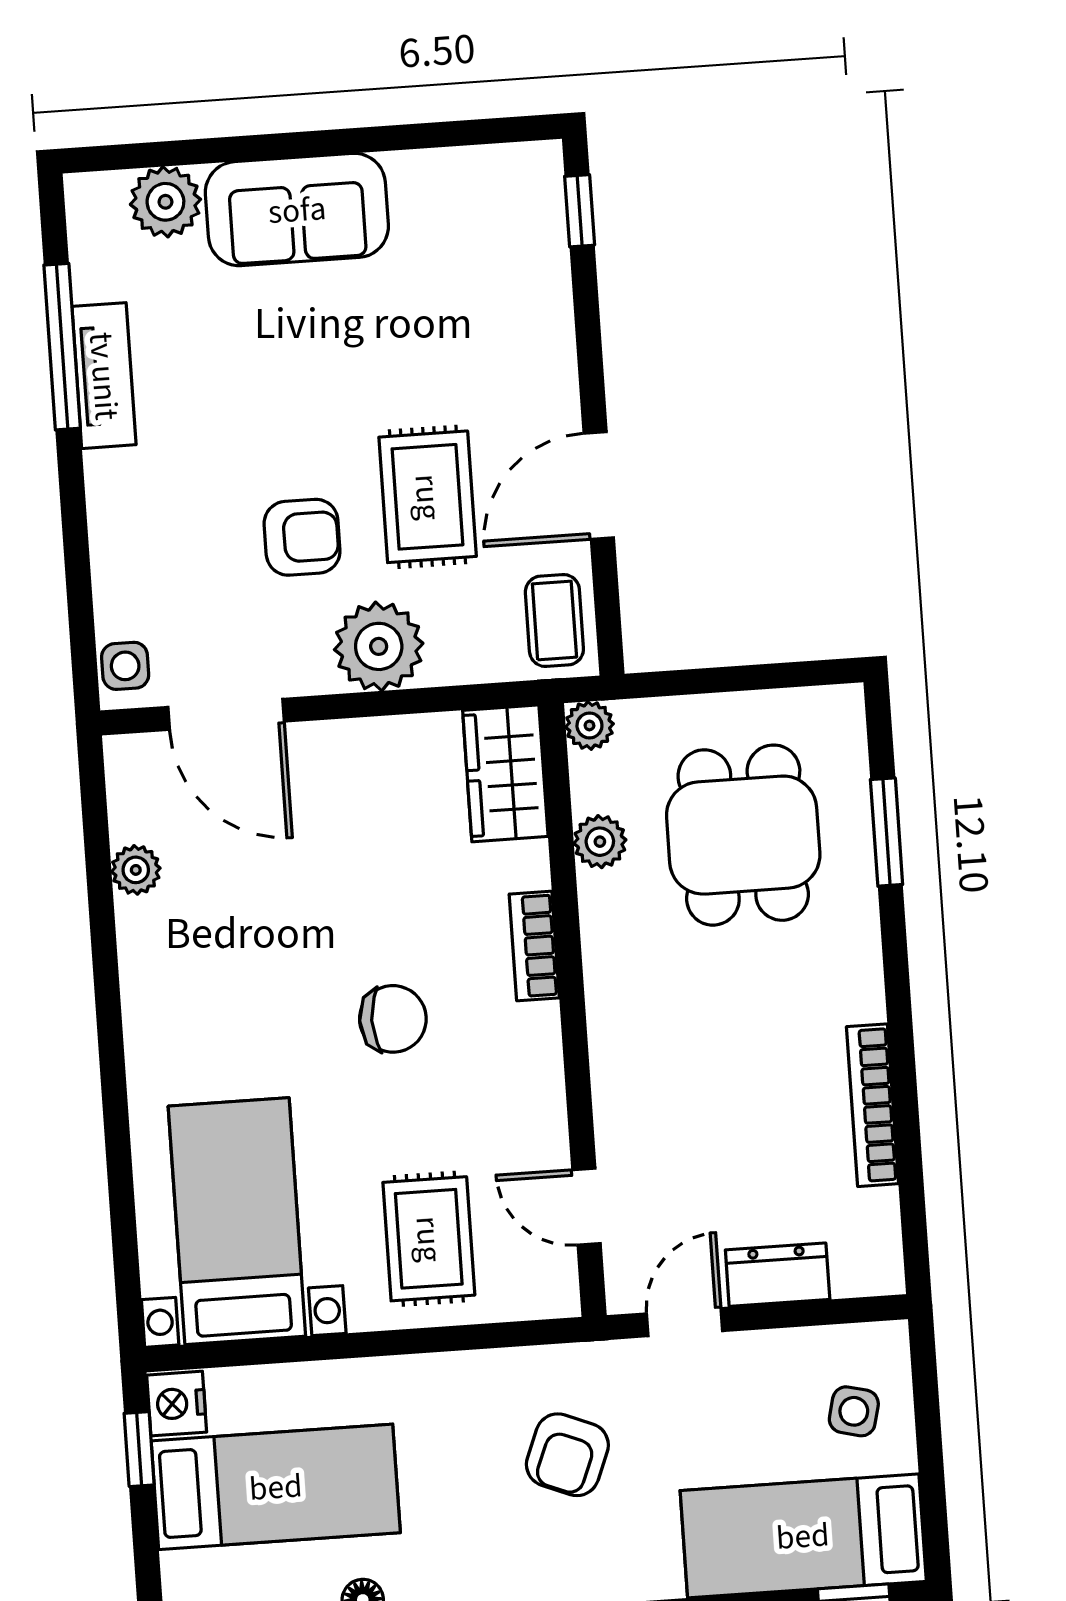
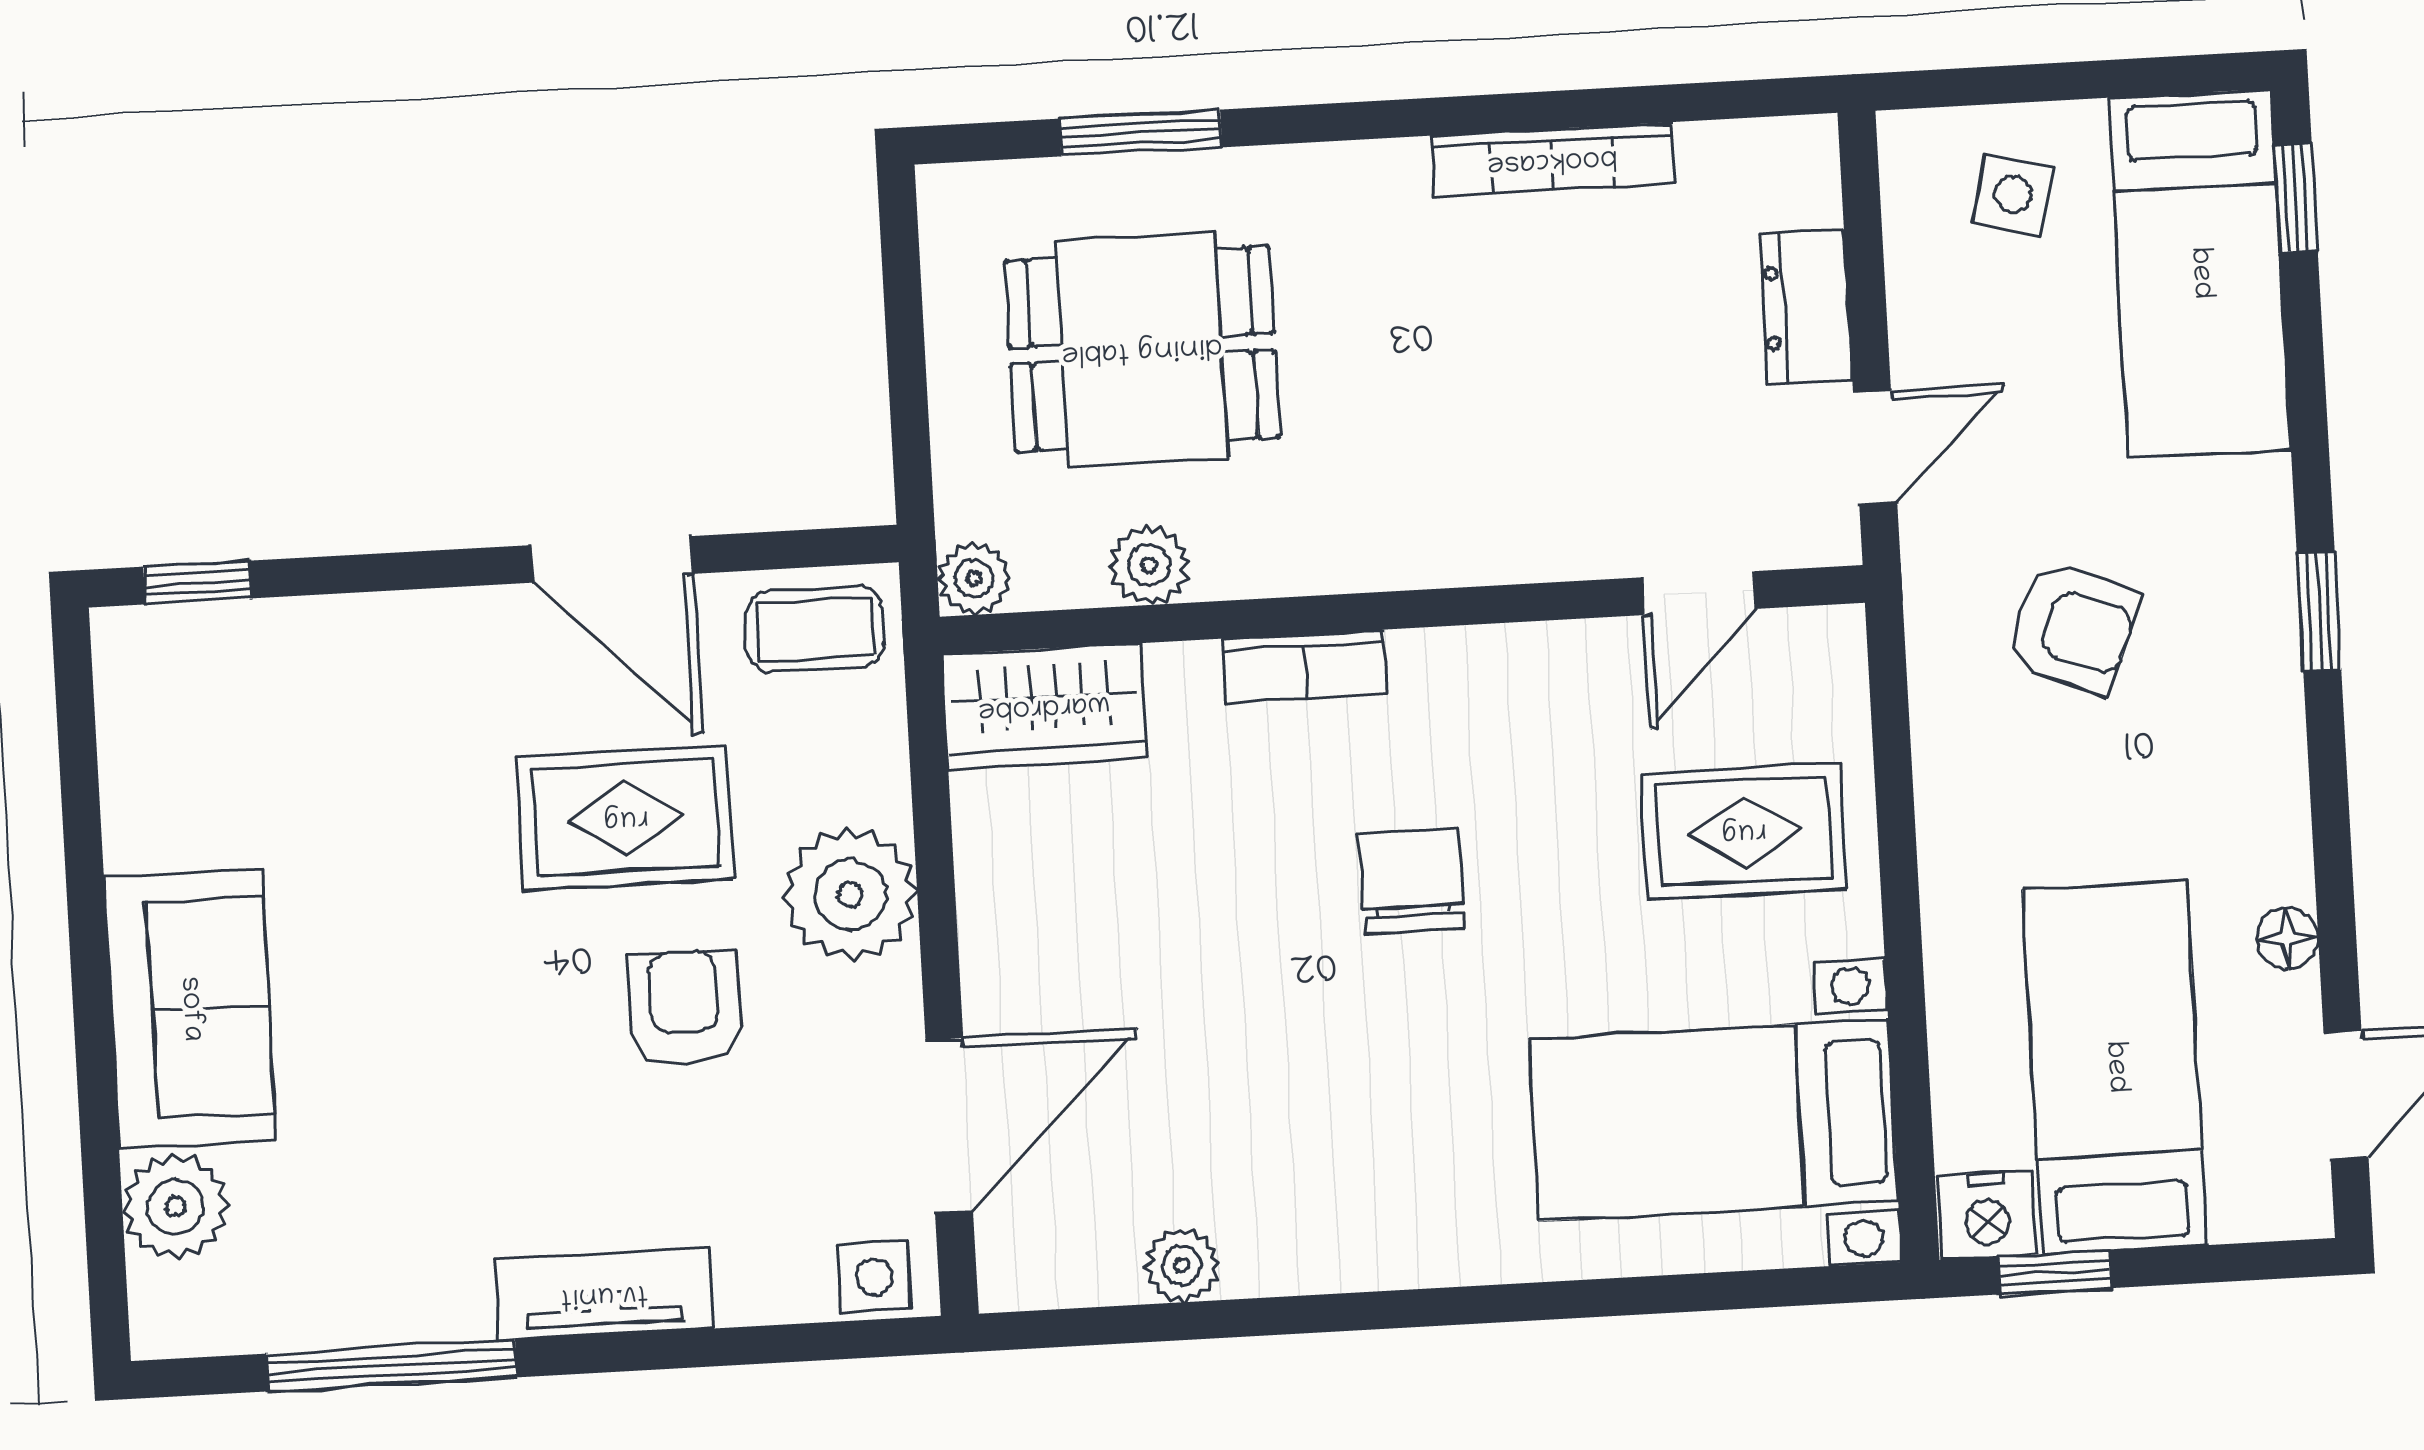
tv unit: (104, 376) -> (604, 1294), moved
door: (685, 1322) -> (1875, 448), swing flipped

